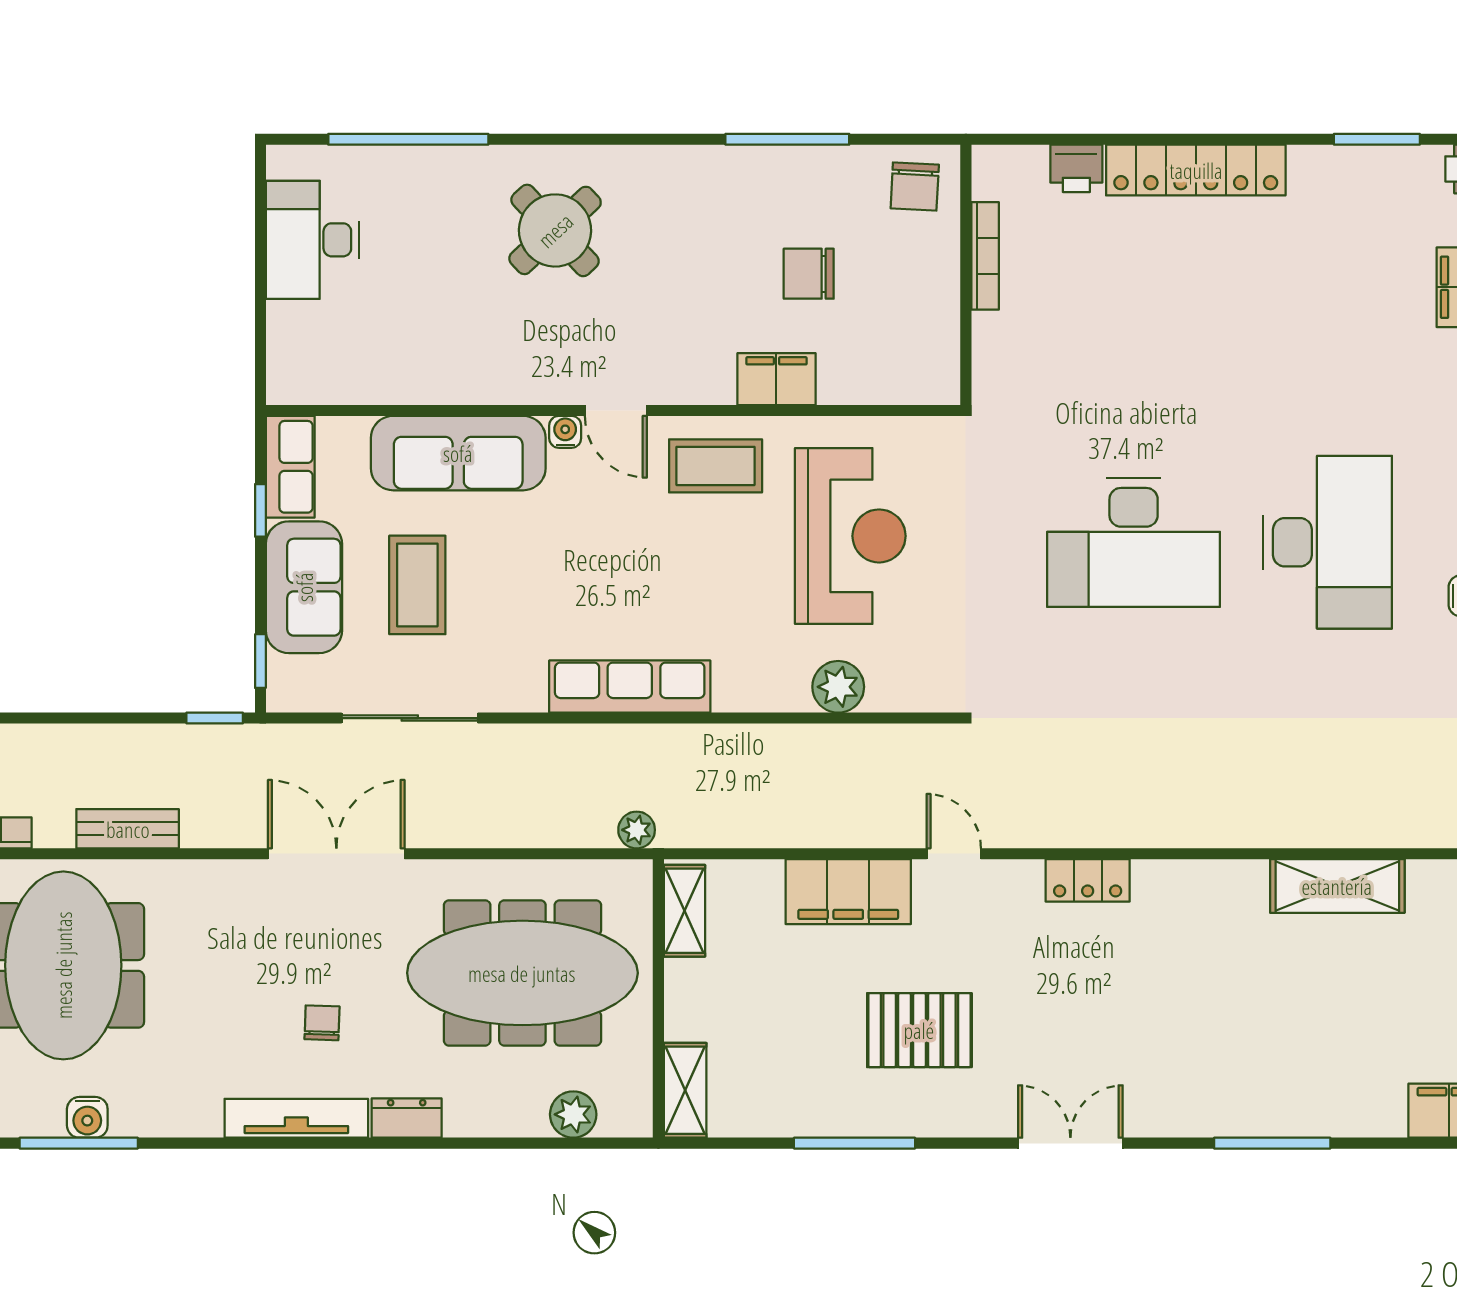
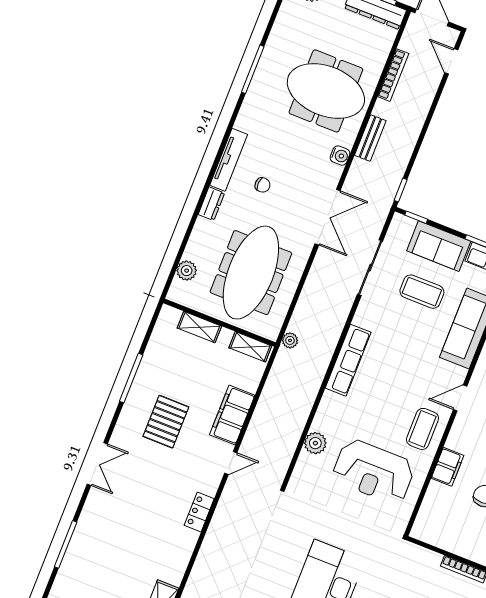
water cooler: (565, 432) -> (460, 374), removed
shelving: (685, 1090) -> (199, 327), moved
water cooler: (87, 1117) -> (340, 156), moved, turned 180

